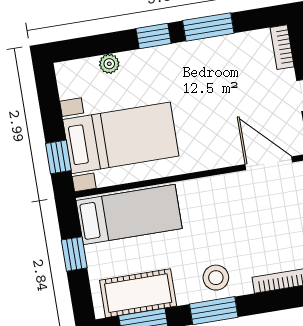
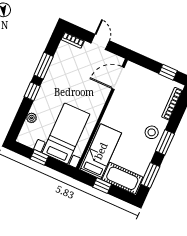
window: (58, 157) -> (39, 157), moved
cot: (138, 293) -> (122, 178), moved, turned 90

